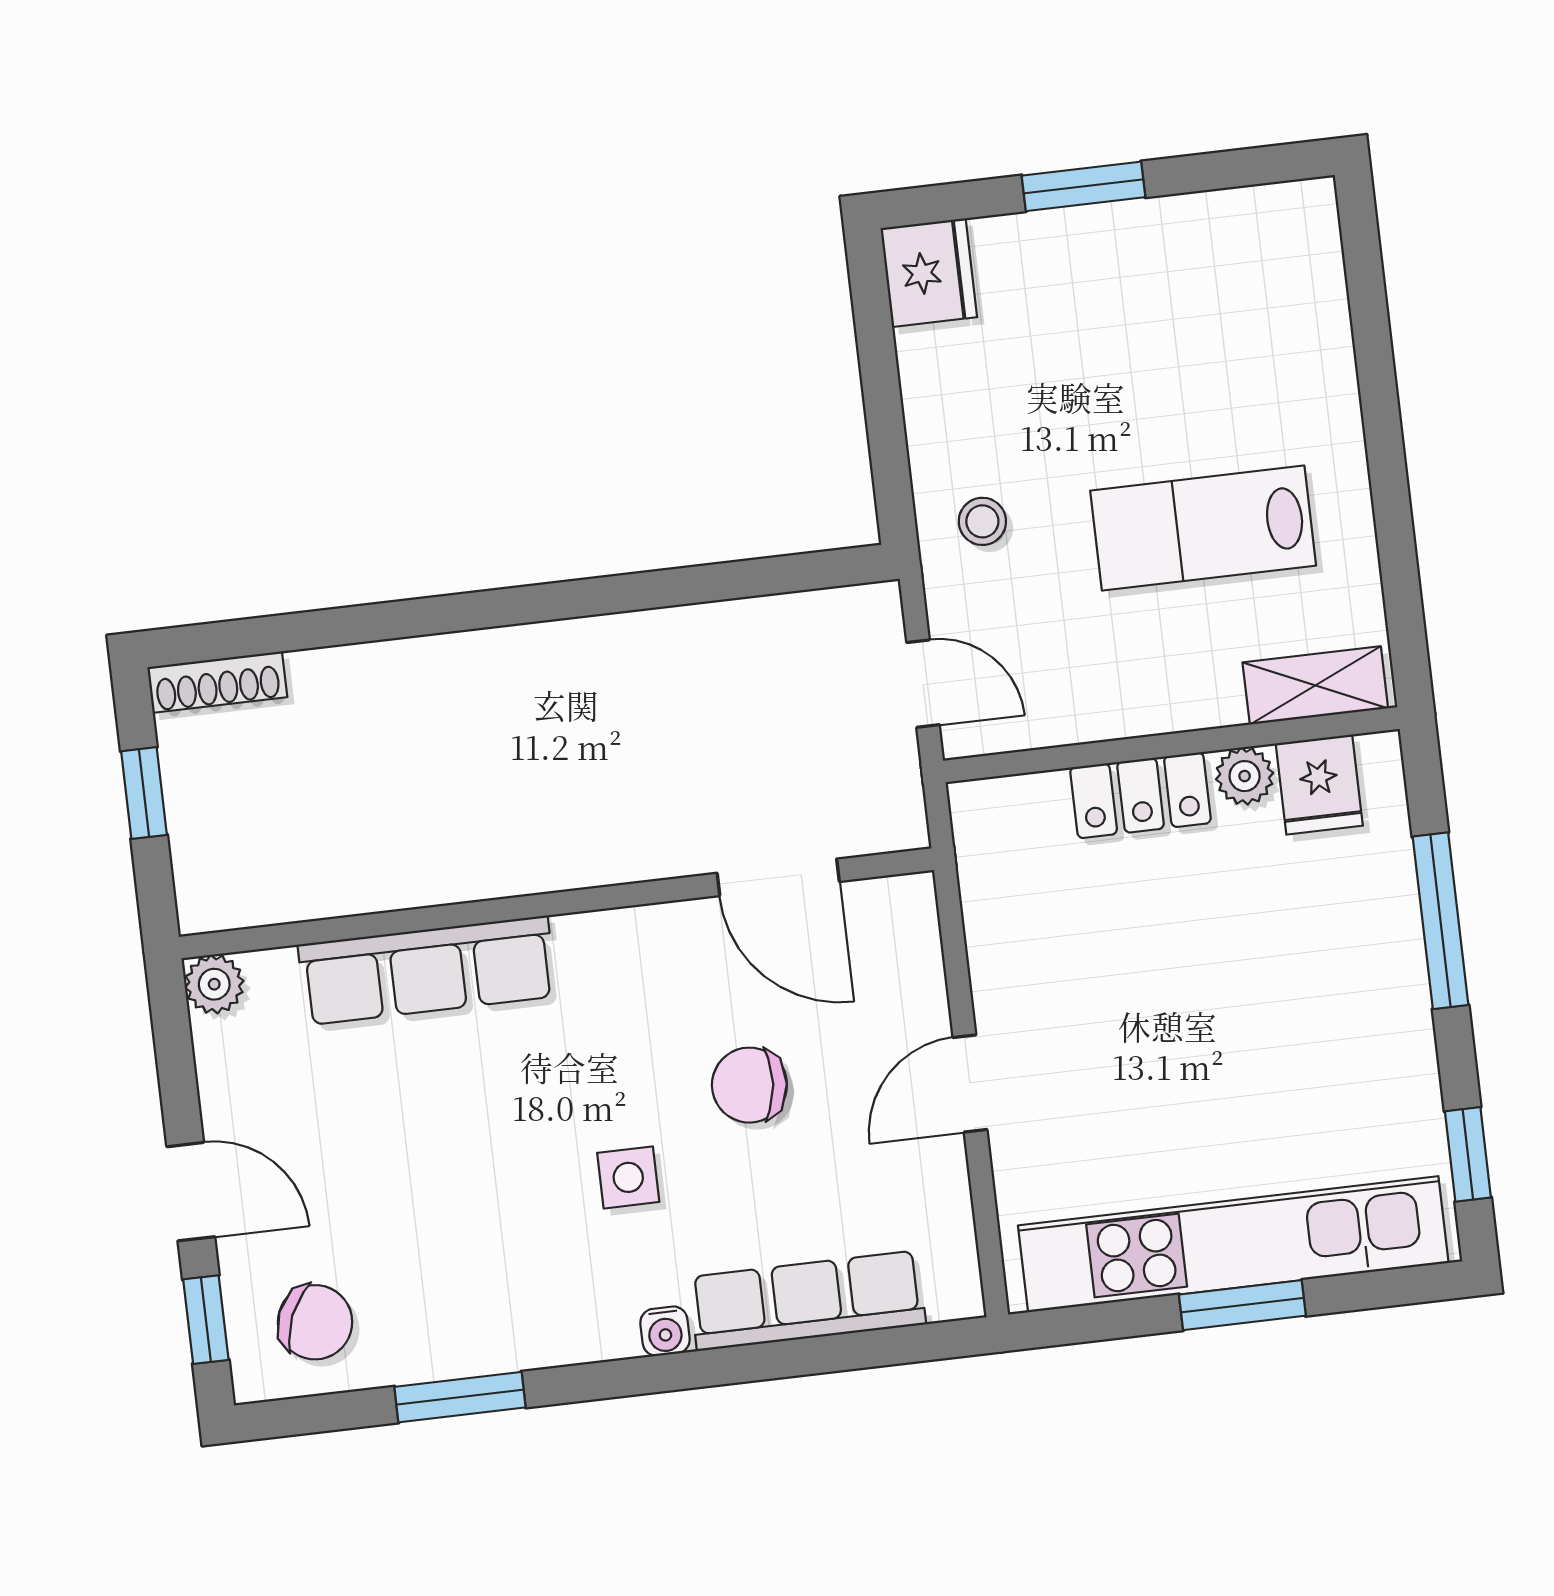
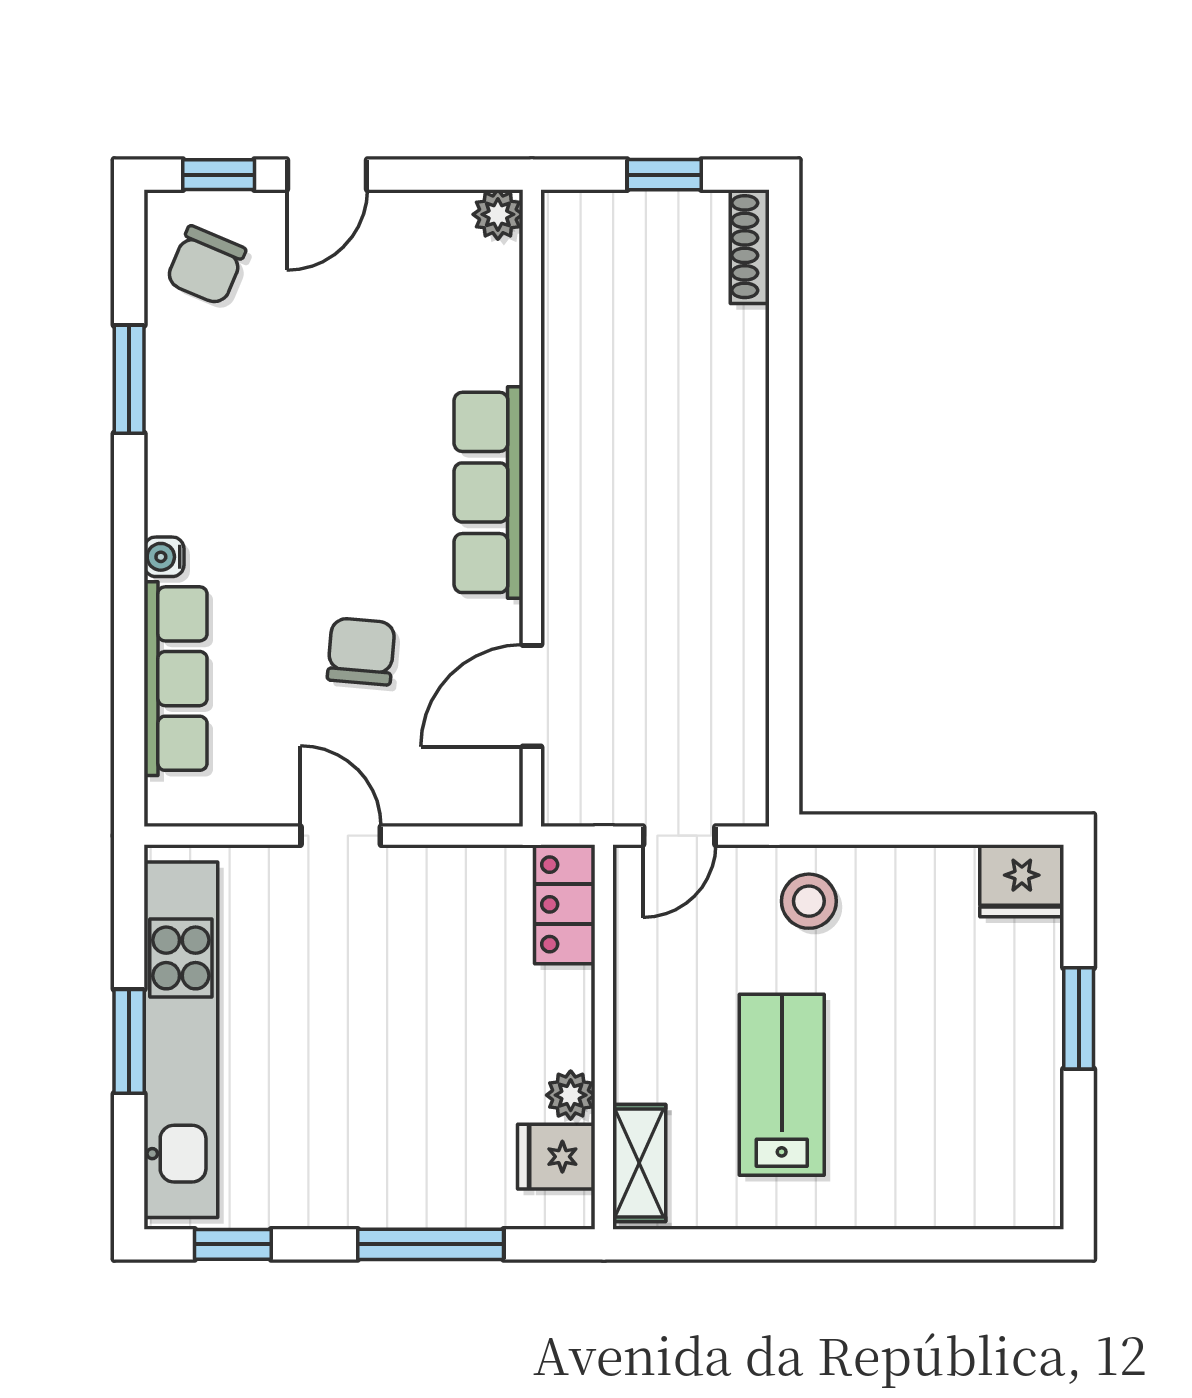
stool: (982, 521) -> (809, 901), width x1.37, depth x1.37
locker: (1141, 795) -> (565, 904), moved
row of seats: (427, 970) -> (489, 492), moved
side table: (628, 1177) -> (296, 541), removed

